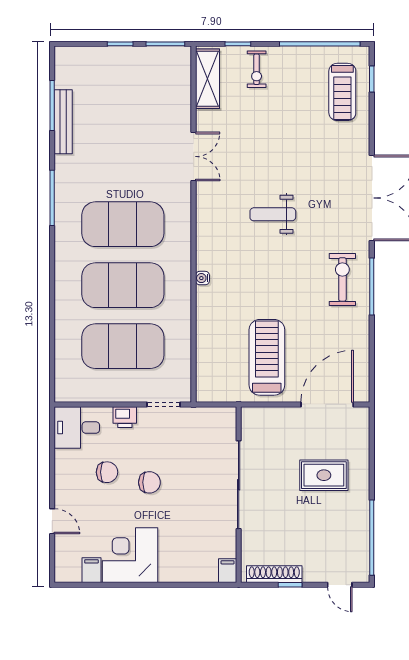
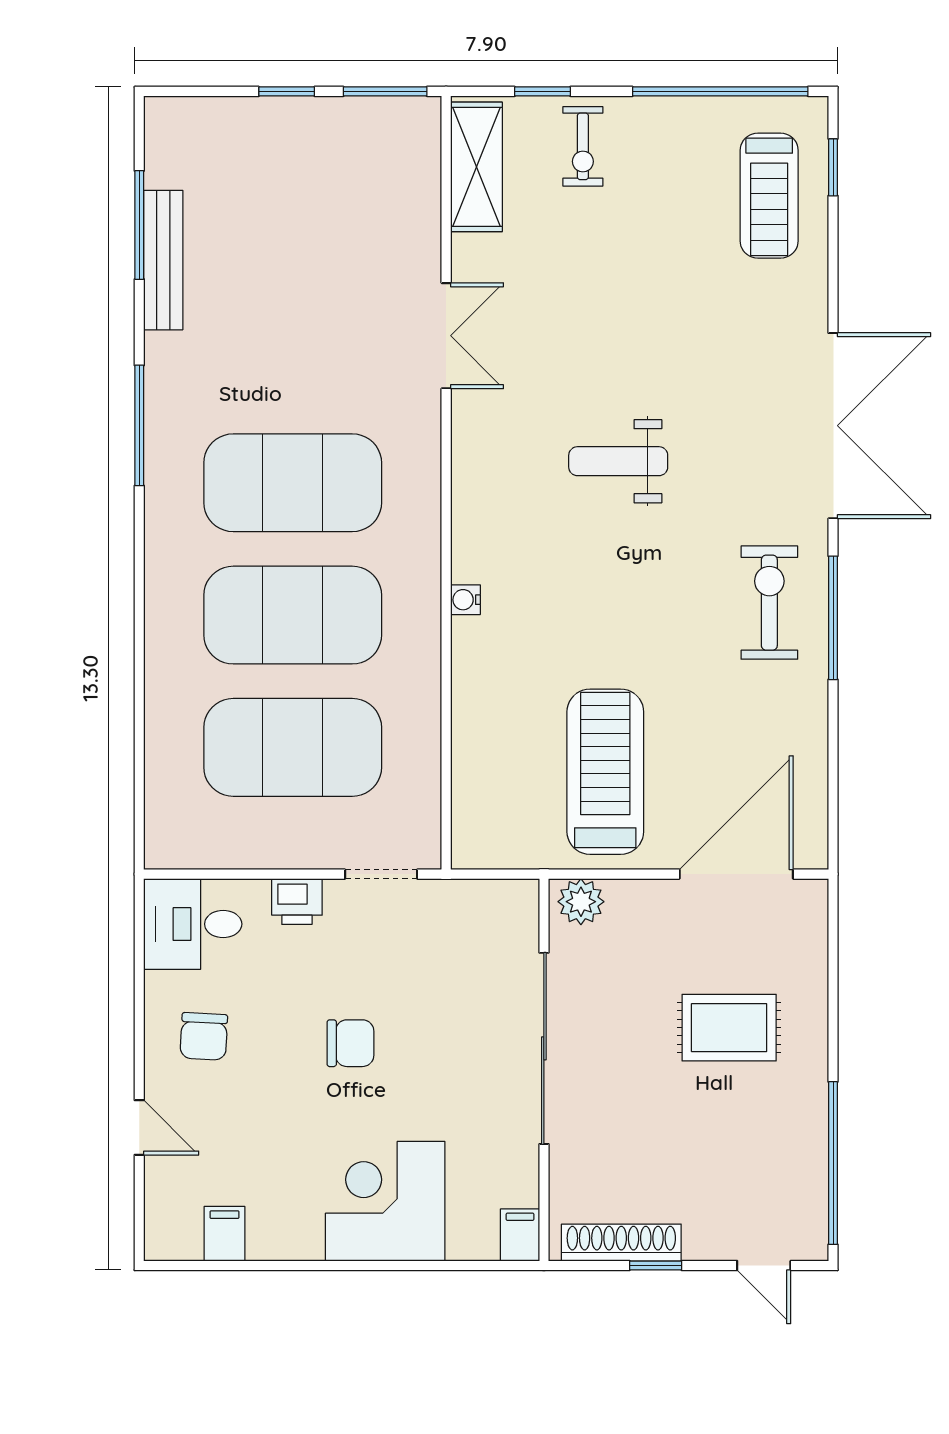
plant: (256, 417) -> (581, 902), added
chair: (107, 472) -> (204, 1036), moved, turned 93
corner desk: (130, 555) -> (385, 1201), moved

